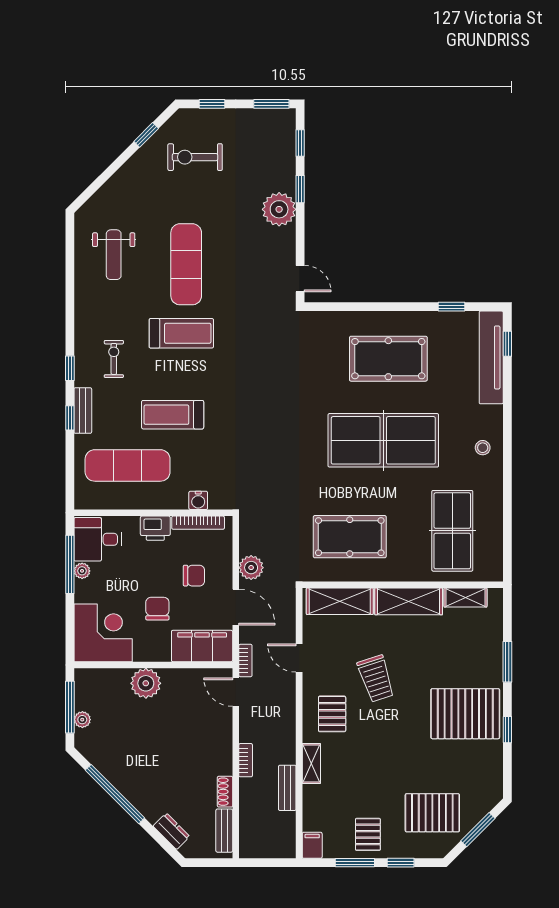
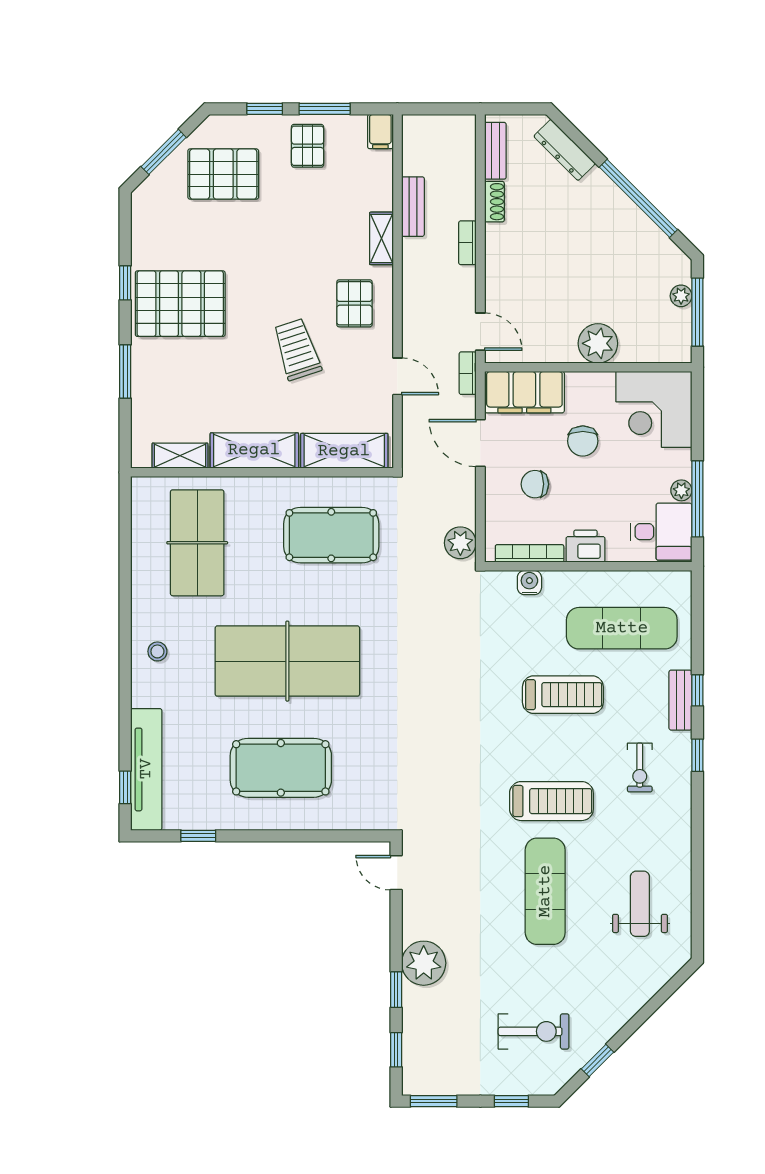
treadmill: (181, 333) -> (551, 801), turned 180
plant: (251, 568) -> (460, 543), moved
dresser: (171, 831) -> (564, 150), width x1.44

